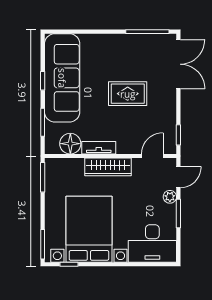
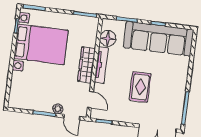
tv unit: (99, 148) -> (101, 65), width x1.41
desk: (152, 243) -> (24, 91), removed

